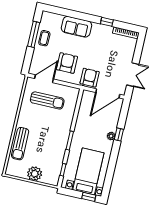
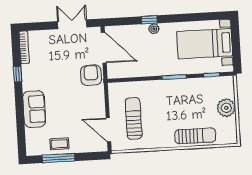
armchair: (67, 63) -> (81, 108), removed
armchair: (90, 78) -> (91, 75), turned 90
window: (89, 197) -> (235, 34), removed

